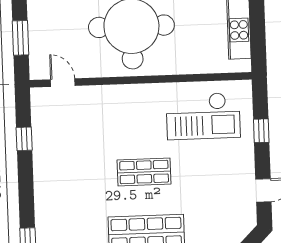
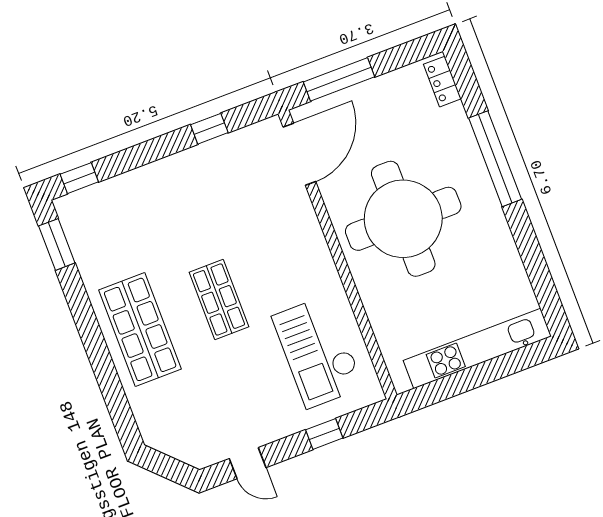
window: (20, 38) -> (339, 79), width x1.44
door: (63, 83) -> (299, 154), width x1.88

